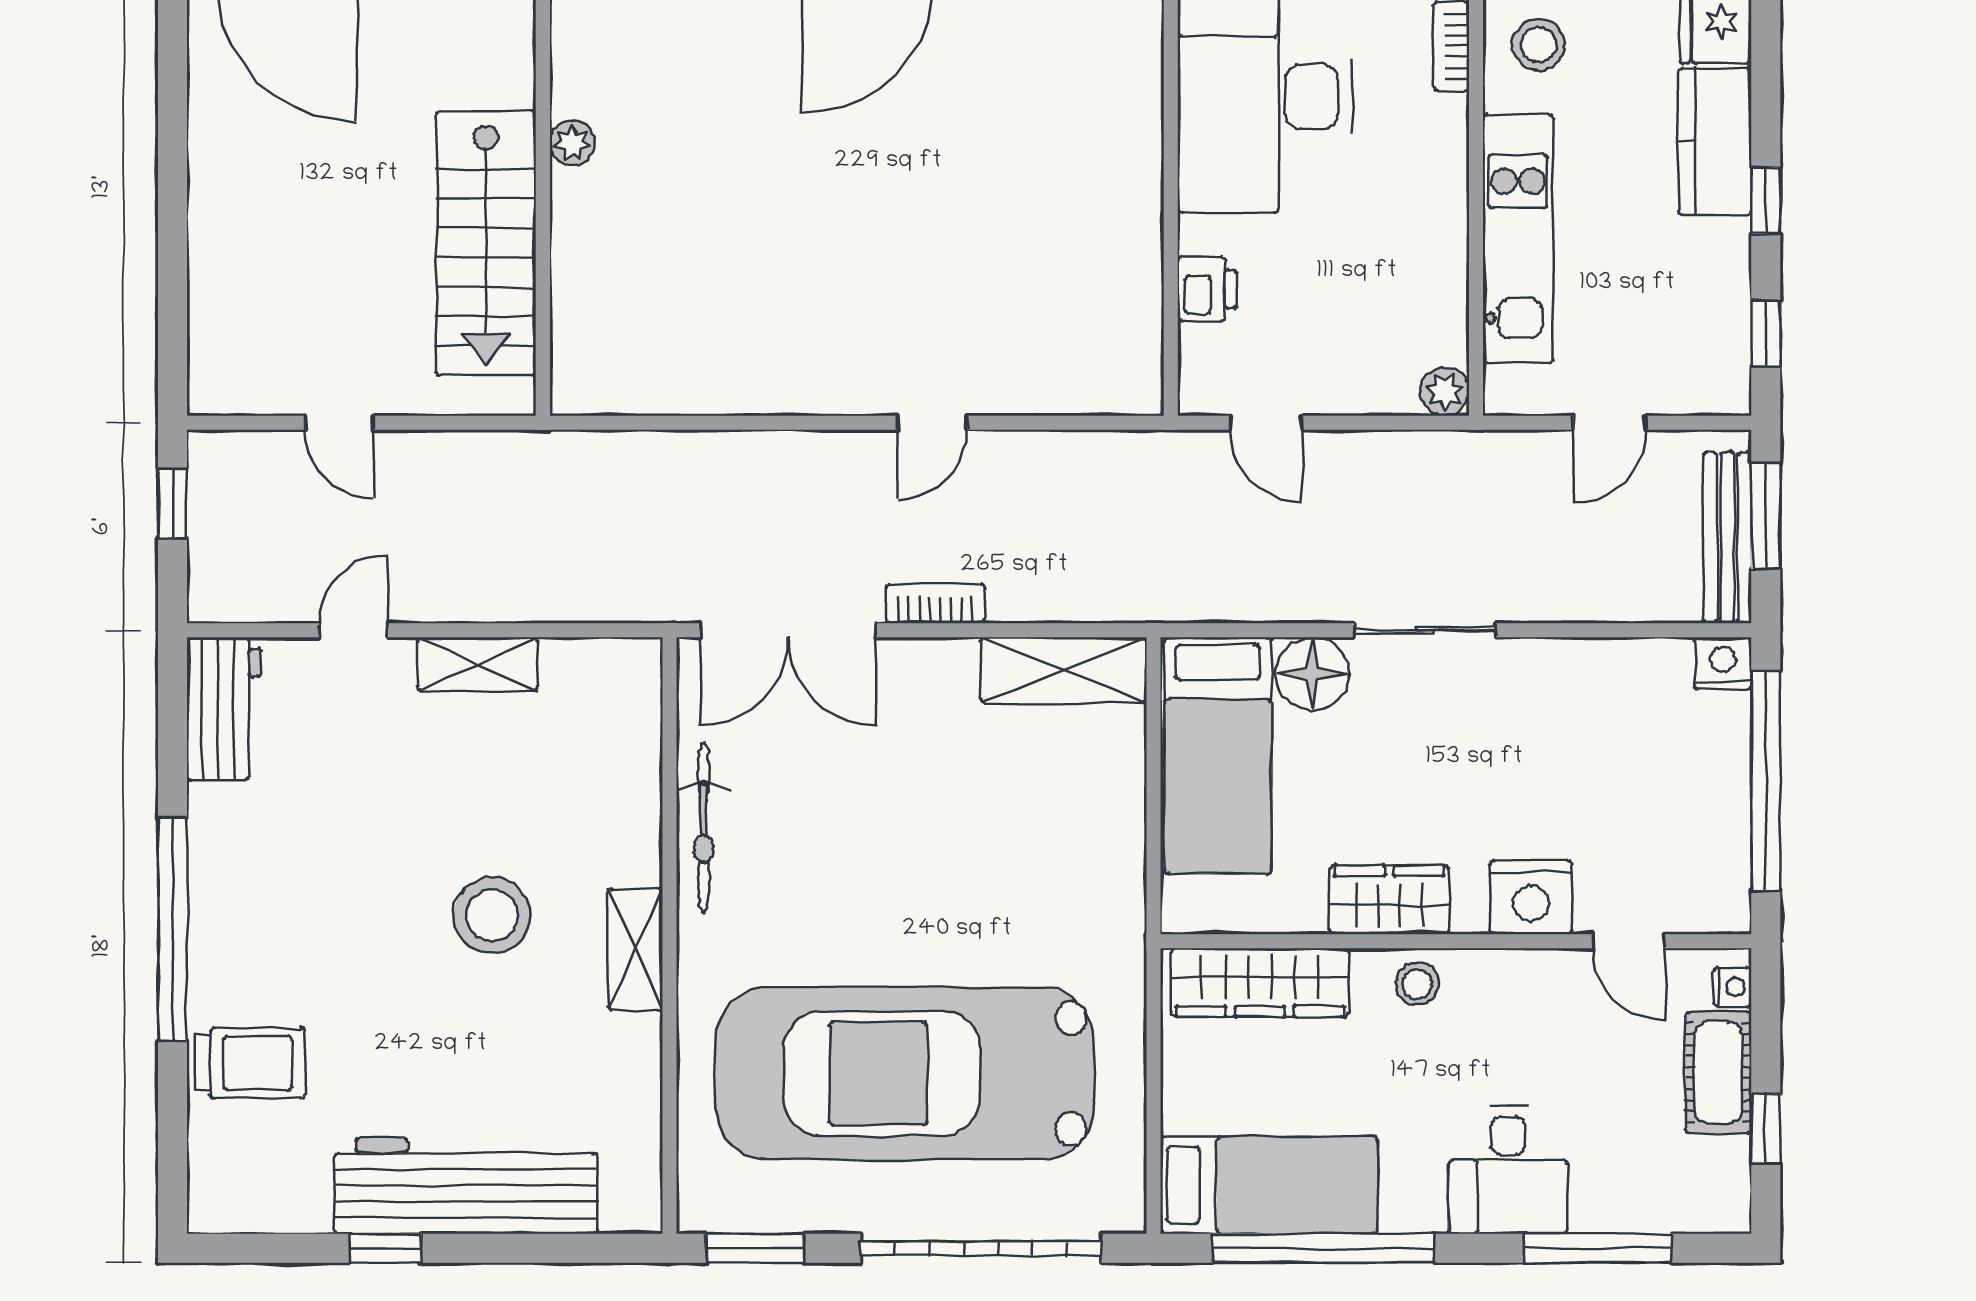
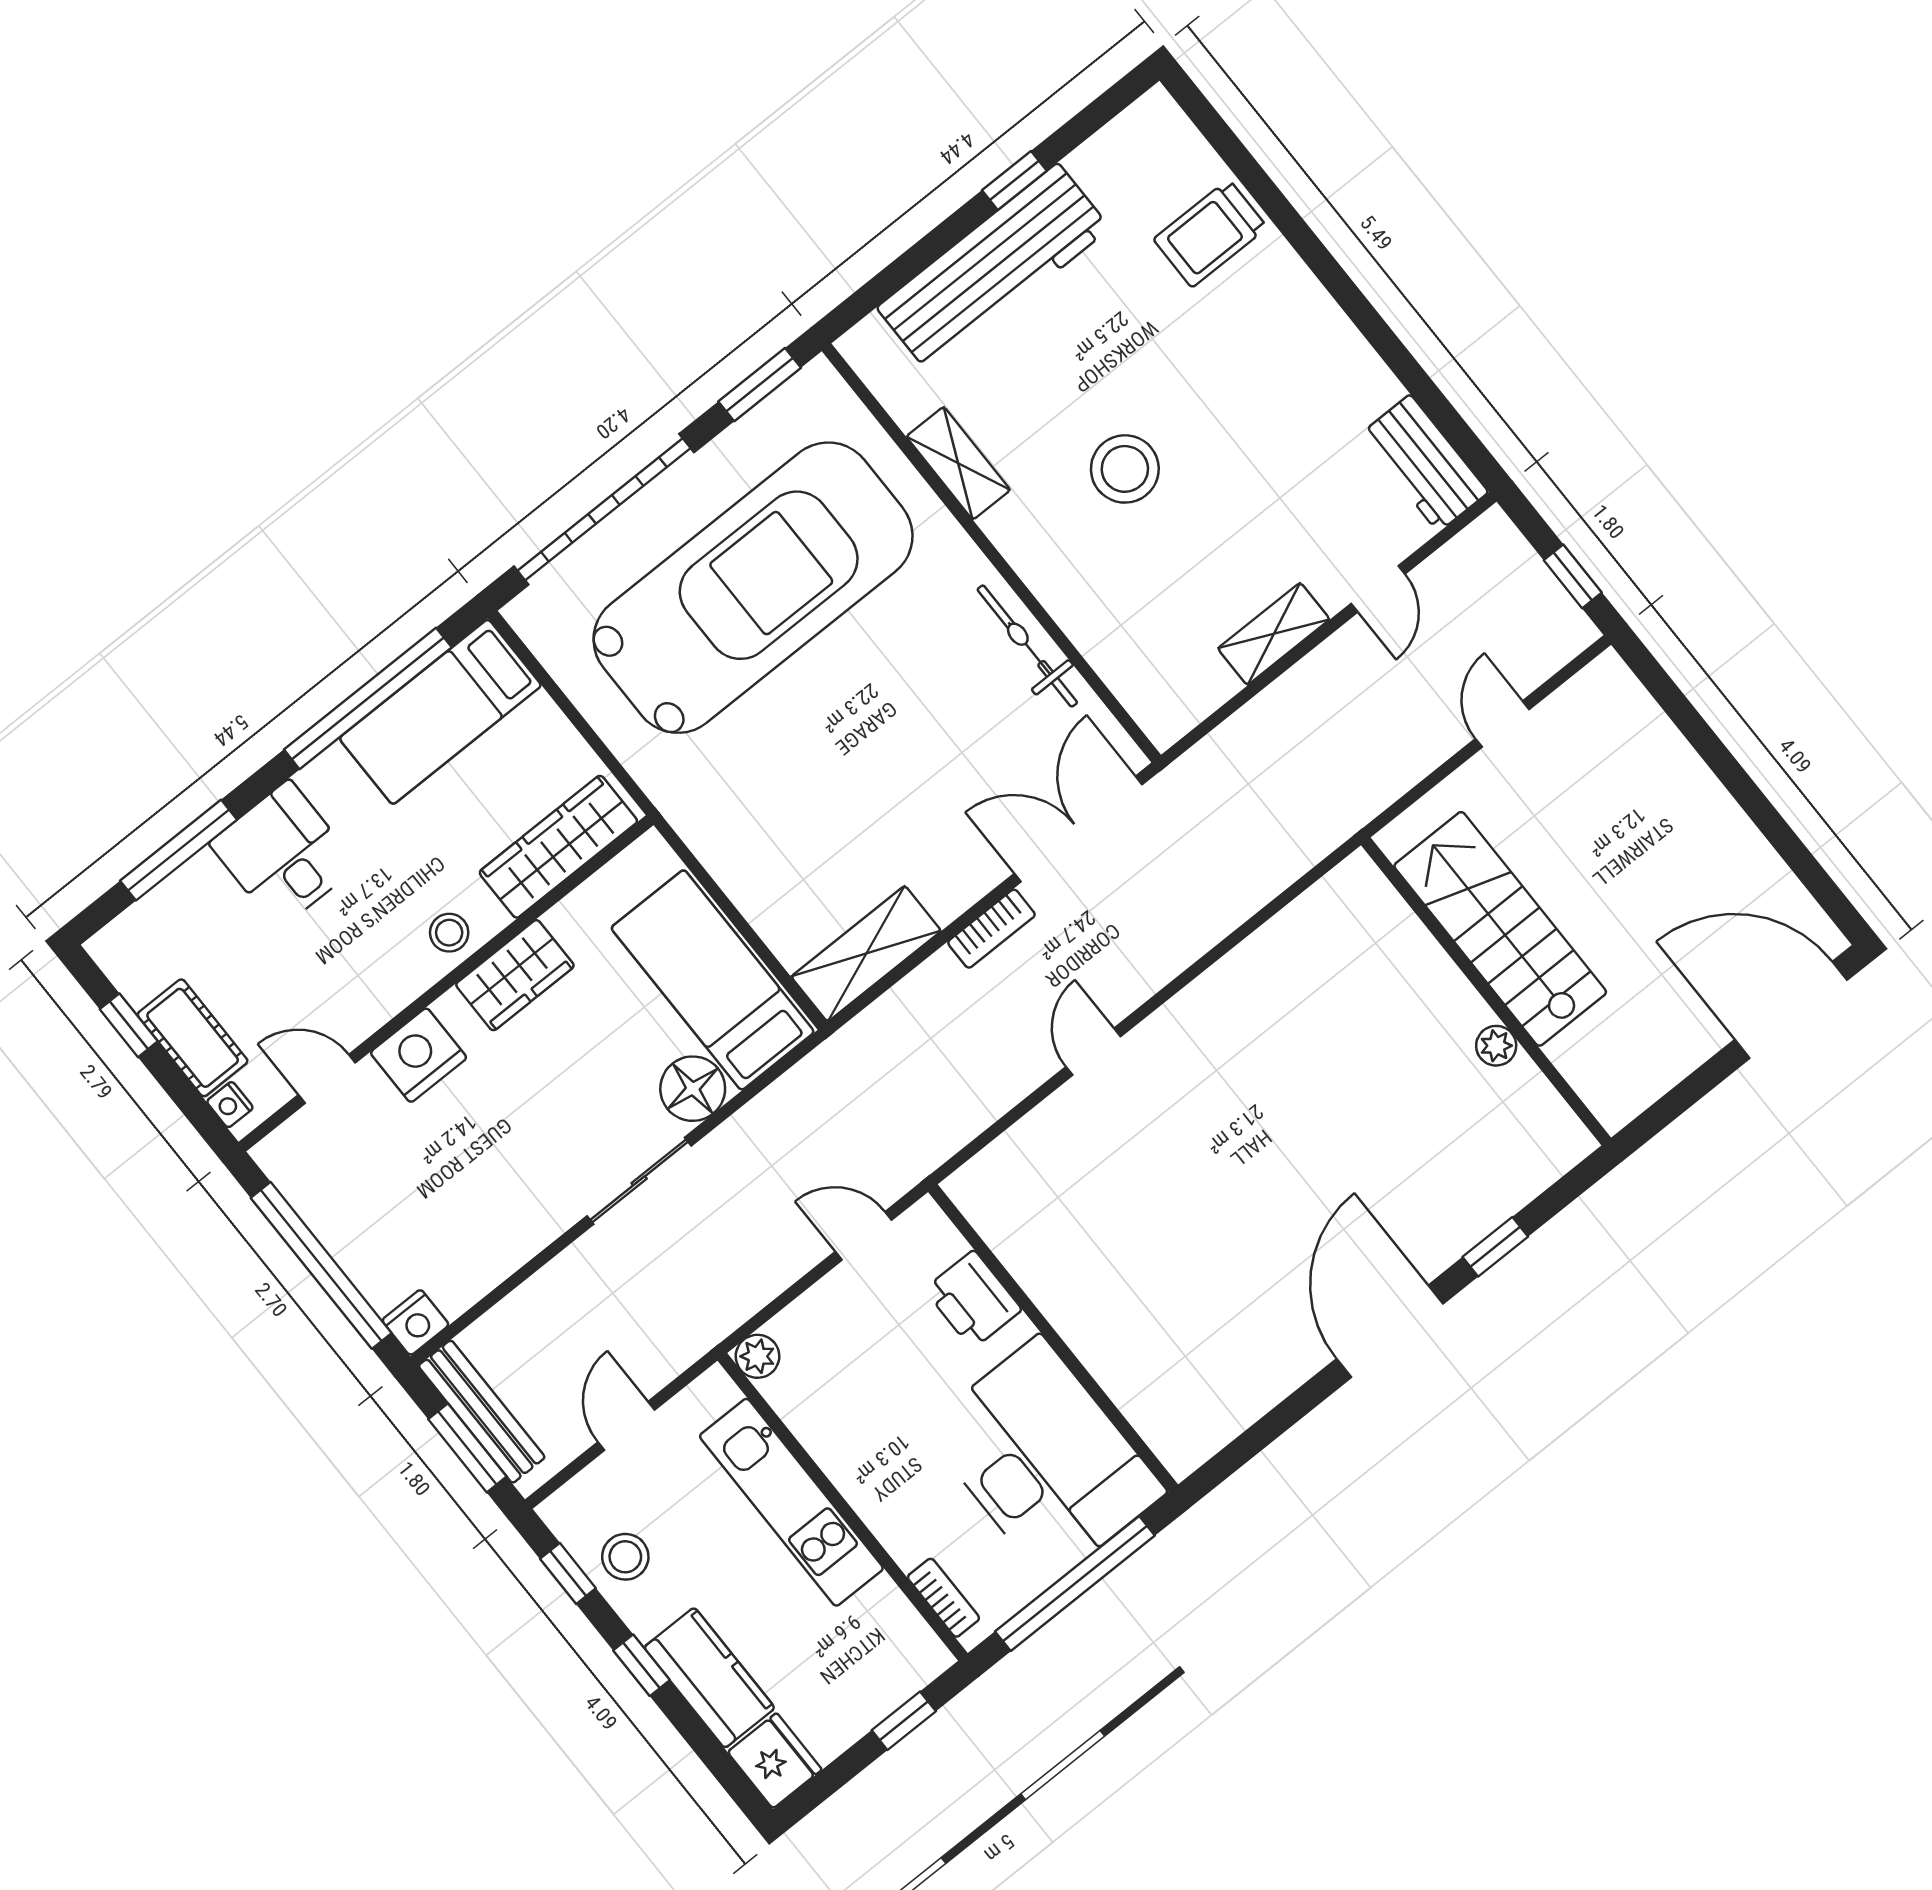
stool: (1539, 45) -> (625, 1557), moved
printer: (1207, 289) -> (973, 1300), width x1.36, depth x1.24
door: (339, 423) -> (1502, 724), hinge flipped
window: (172, 929) -> (1338, 283), removed
shelving: (635, 949) -> (958, 463), moved

